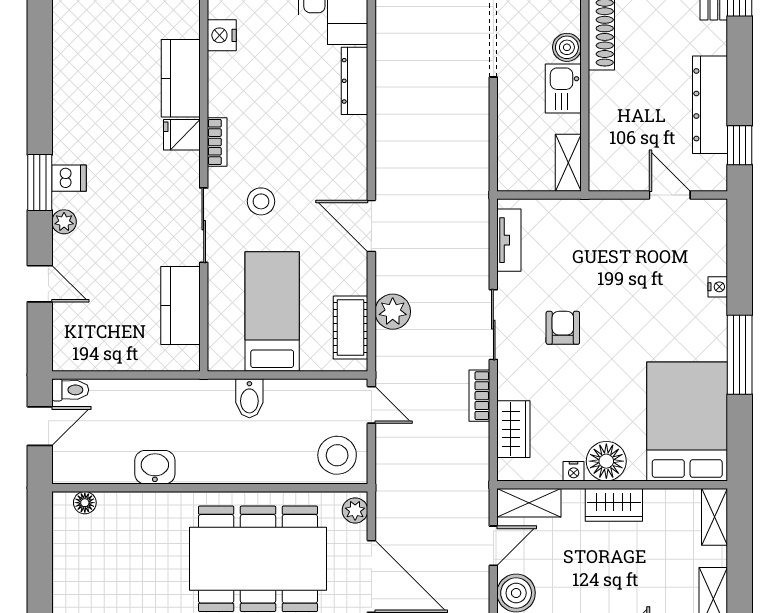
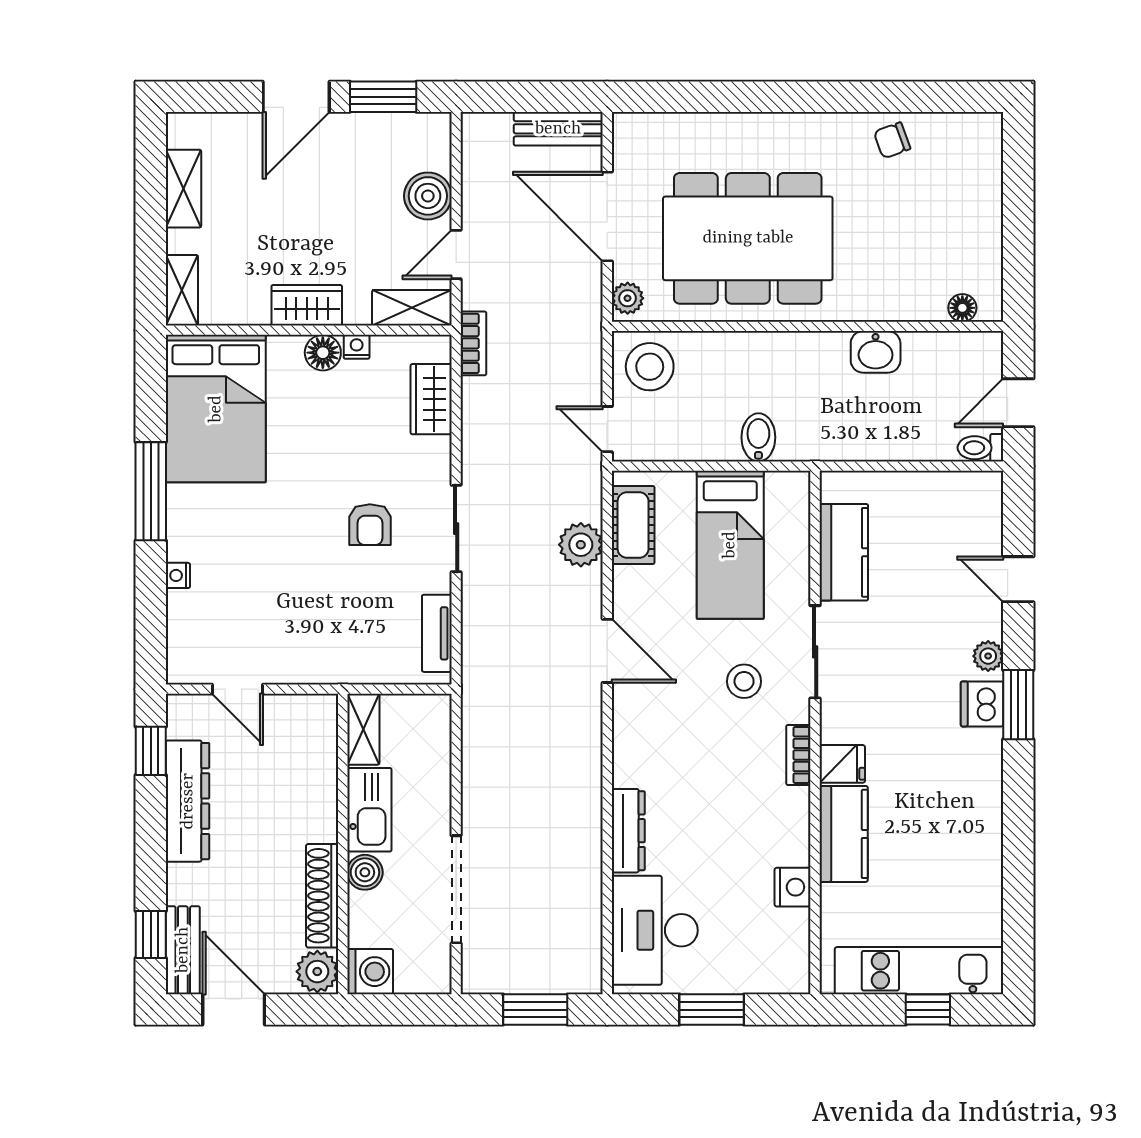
kitchen sink: (563, 89) -> (369, 810), width x1.38
dishwasher: (69, 178) -> (982, 704), width x1.38
bookcase: (479, 396) -> (473, 343), moved
floor lamp: (606, 461) -> (323, 353), width x0.73, depth x0.73

